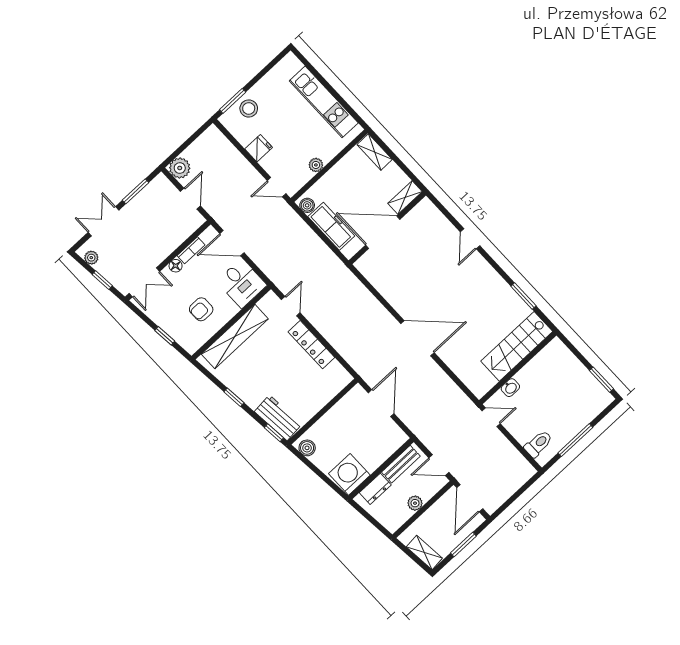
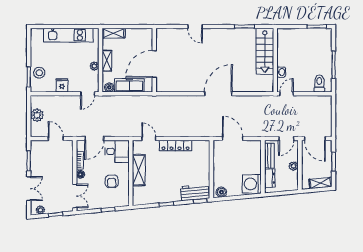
plant: (180, 168) -> (37, 115), moved
shelving: (405, 197) -> (107, 61), moved
double door: (103, 221) -> (29, 189), swing flipped
shelving: (235, 336) -> (139, 170), width x0.68

